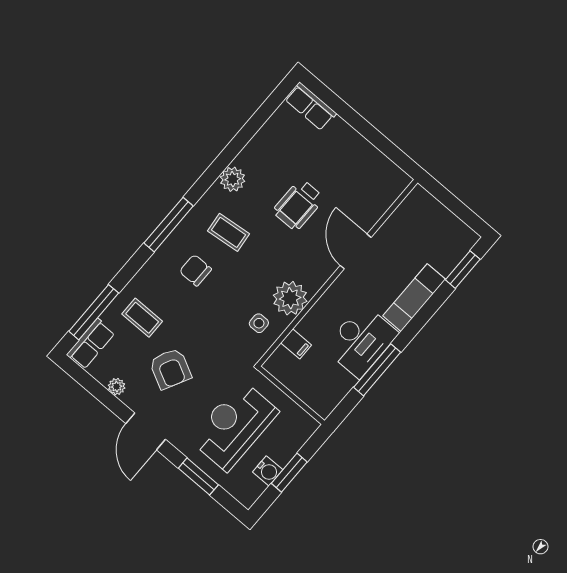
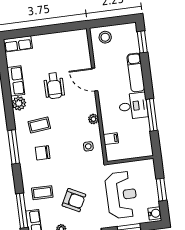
row of seats: (259, 148) -> (16, 81), added
stool: (424, 214) -> (105, 37), added
plant: (290, 298) -> (93, 119), width x0.53, depth x0.53
desk: (361, 341) -> (133, 106), width x0.73
reception desk: (234, 426) -> (121, 195), turned 180
water cooler: (268, 471) -> (155, 213), moved

